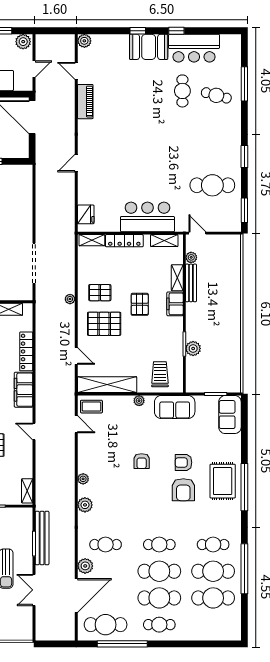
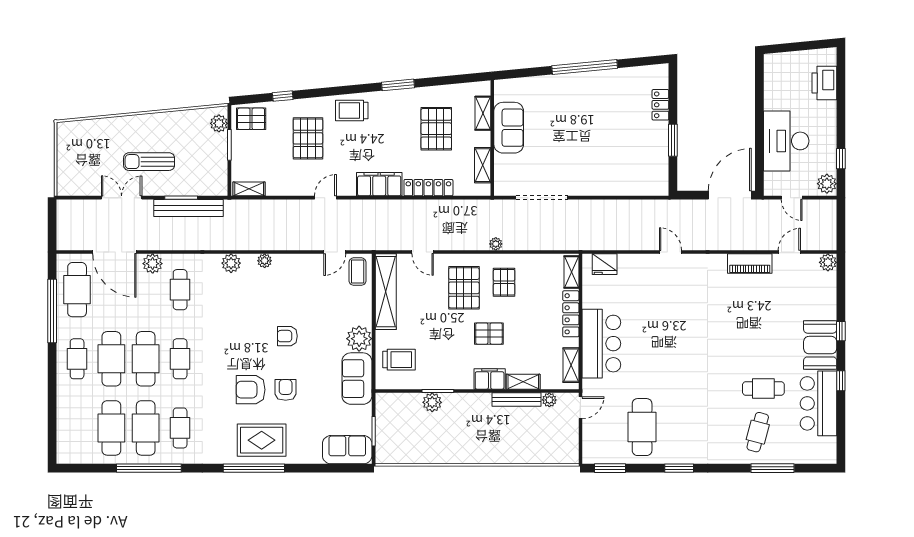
door: (76, 356) -> (423, 252), hinge flipped
plant: (139, 401) -> (359, 339), width x1.87, depth x1.87

